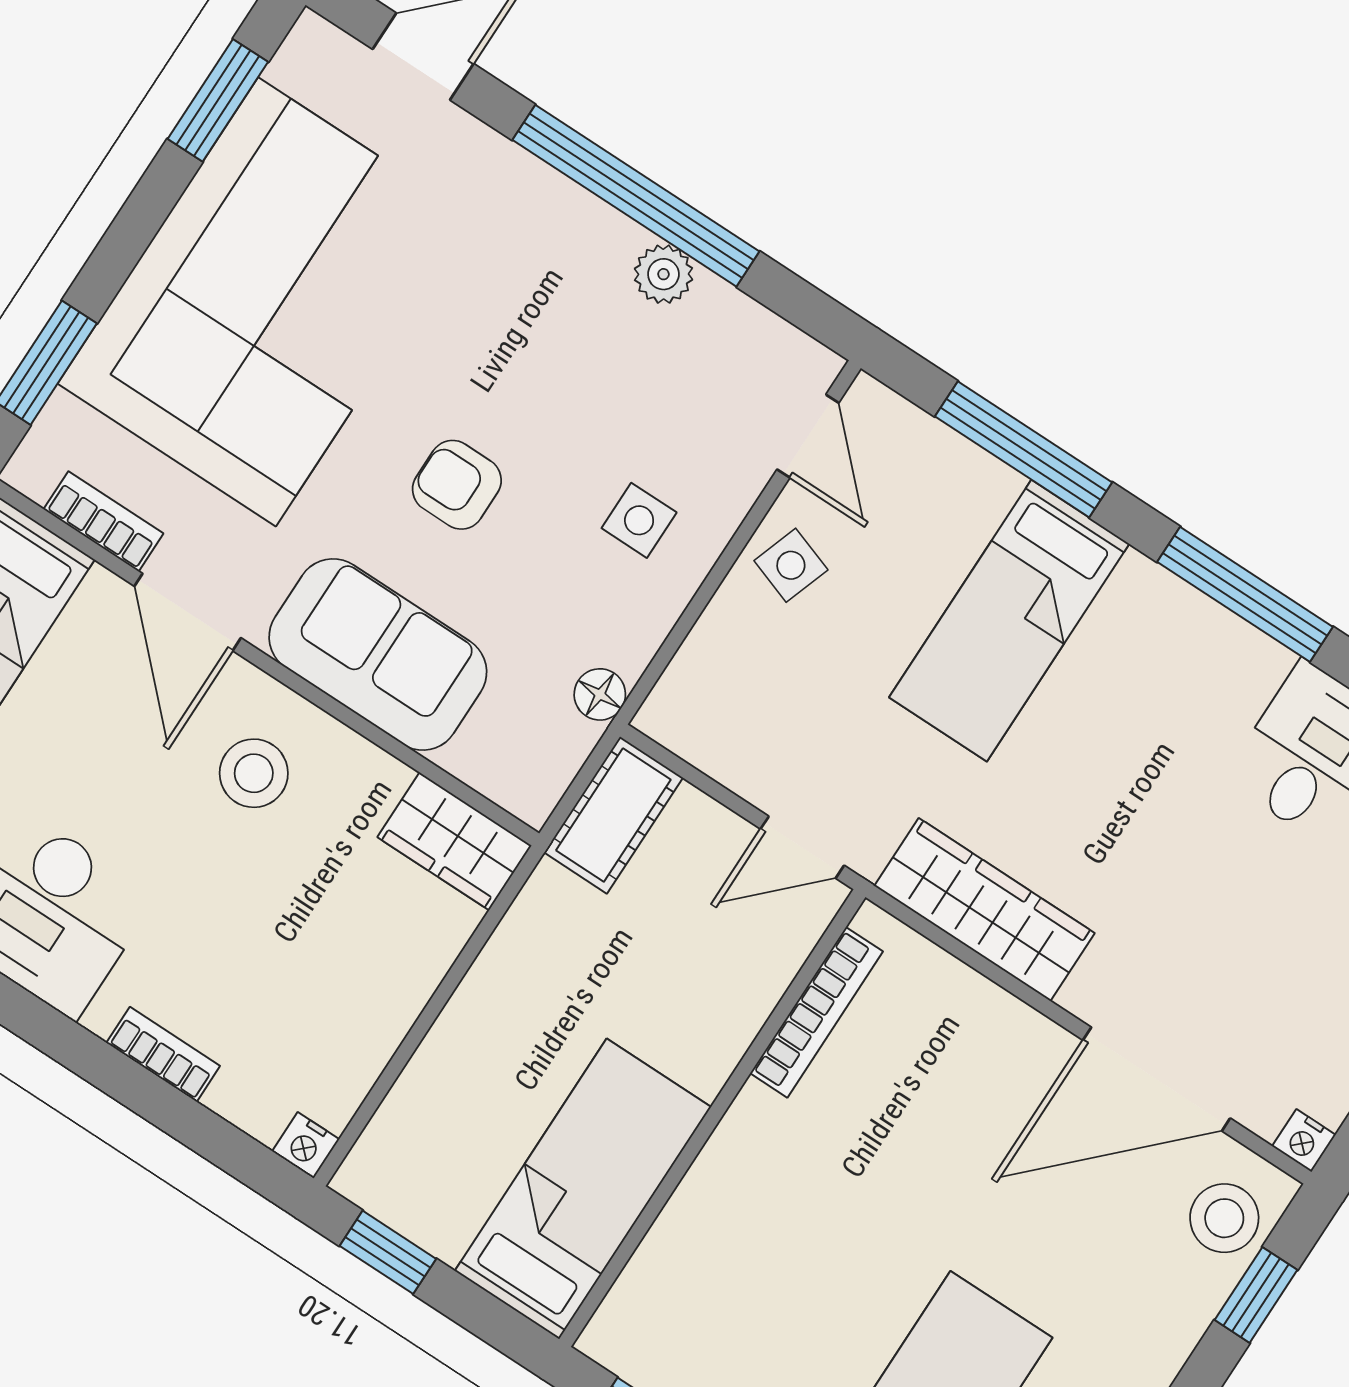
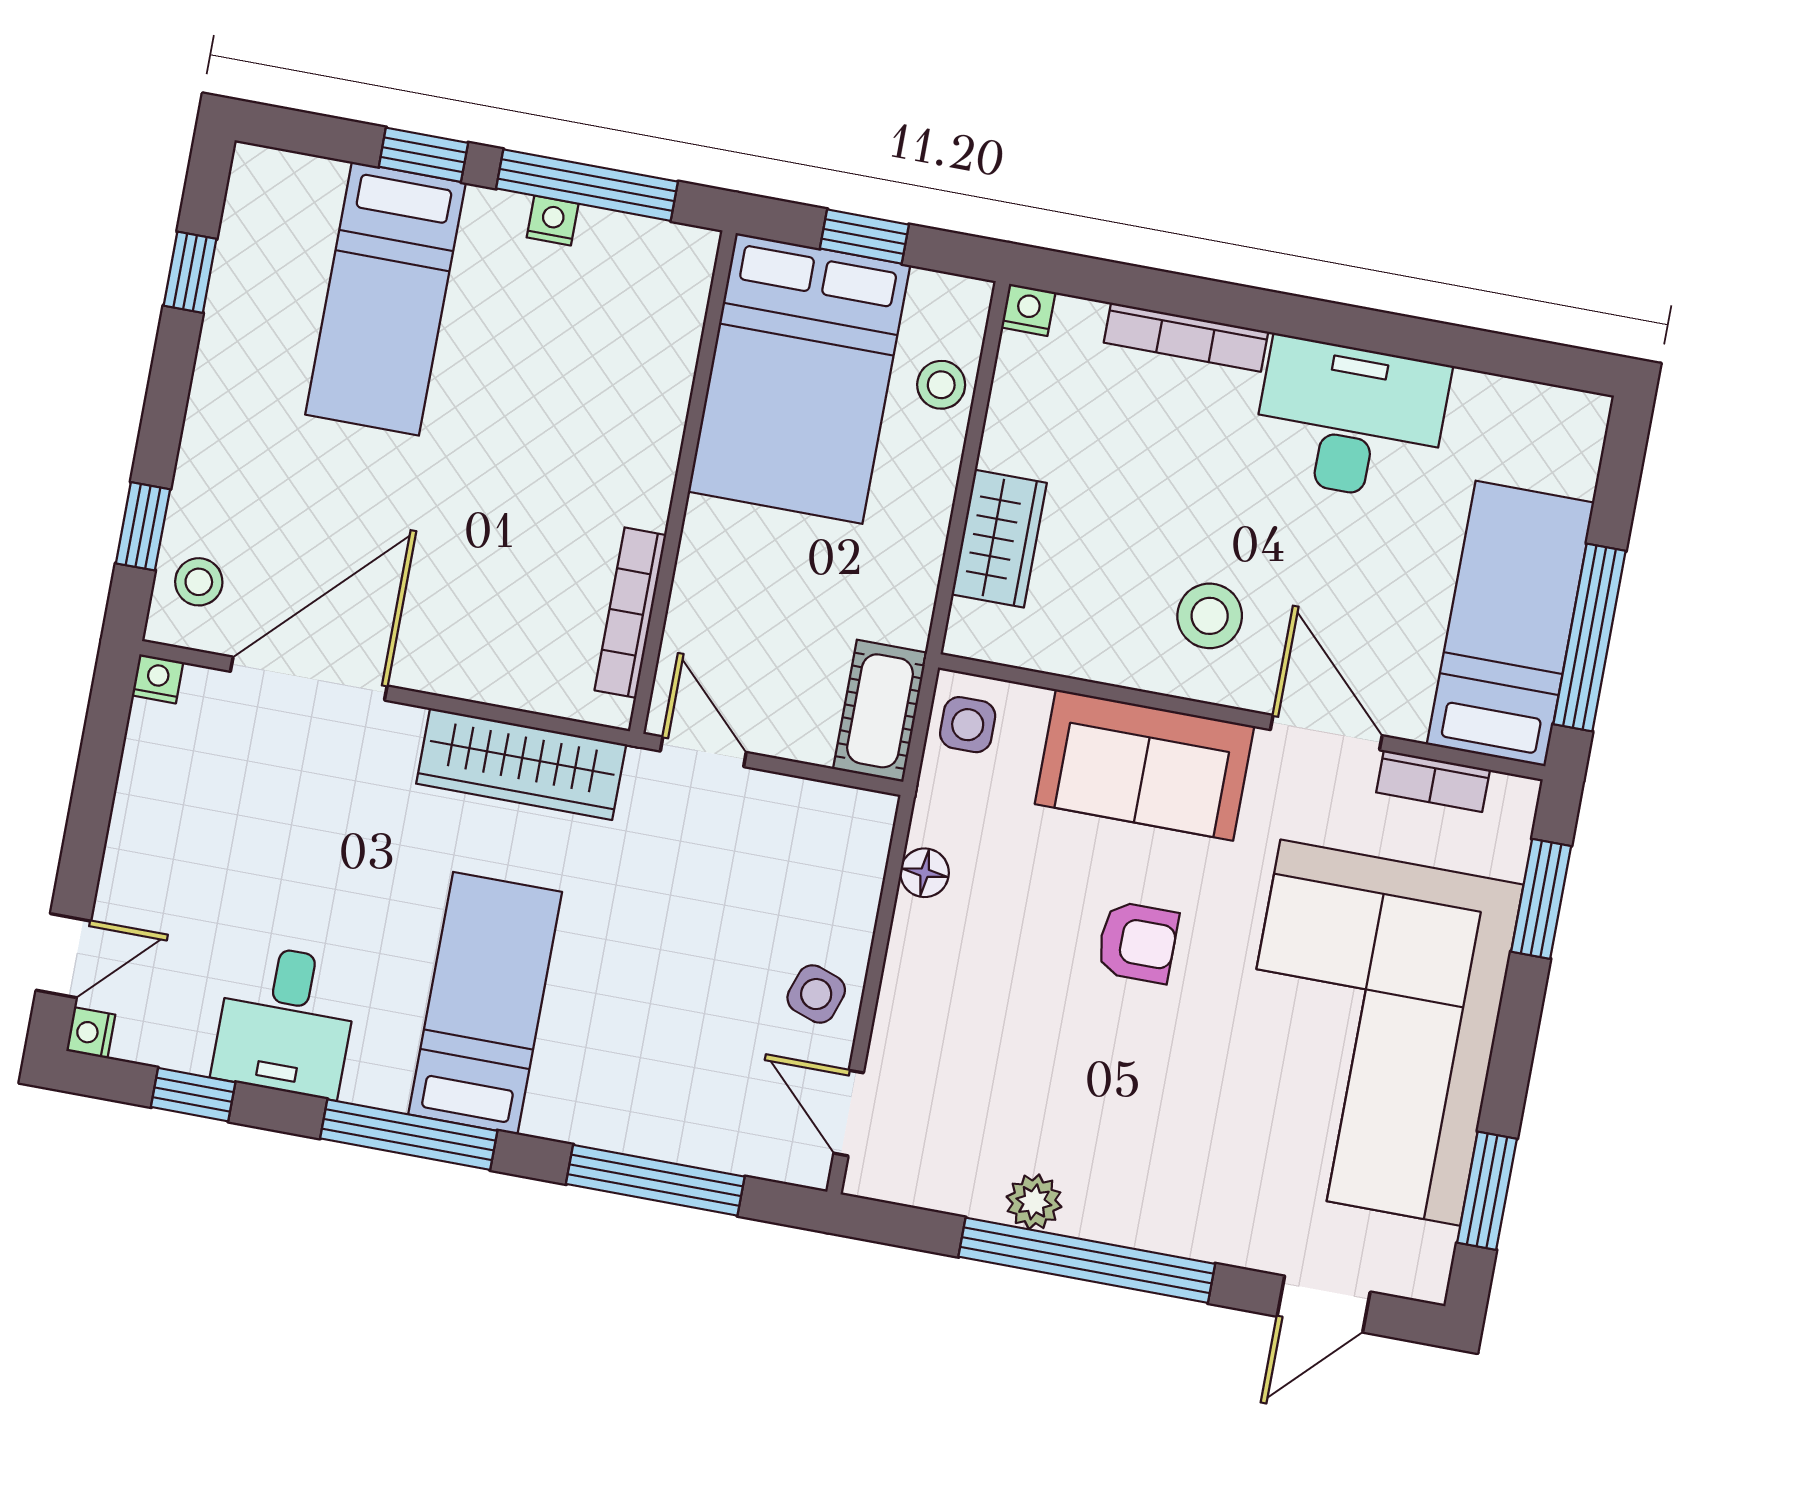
side table: (639, 520) -> (968, 725), moved
bed: (1009, 621) -> (485, 1003), moved
floor lamp: (600, 694) -> (925, 873), moved
wardrobe: (454, 841) -> (999, 539), moved, turned 90
door: (802, 847) -> (703, 752), hinge flipped
bookcase: (163, 1054) -> (1186, 337), width x1.56
stool: (421, 1108) -> (941, 385), added
bed: (583, 1189) -> (799, 378), width x1.50
stool: (1224, 1218) -> (199, 582), width x0.73, depth x0.73
window: (388, 1252) -> (864, 236), moved

